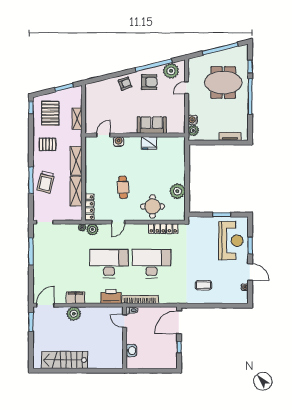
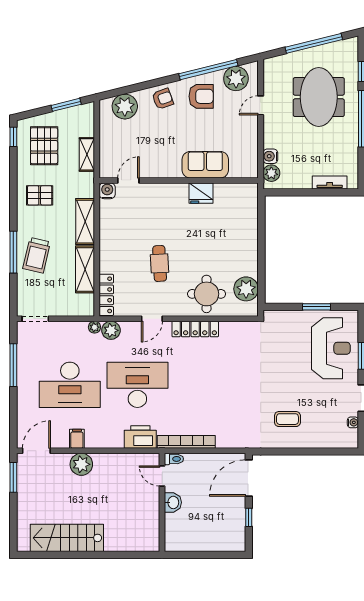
meeting table: (223, 82) -> (319, 97), turned 90
plant: (101, 88) -> (125, 107), added
water cooler: (119, 142) -> (107, 191), moved
plant: (177, 191) -> (246, 289), moved
locker: (163, 229) -> (195, 329), moved
desk: (152, 264) -> (70, 385), moved, turned 180
filing cabinet: (75, 298) -> (77, 439), width x0.50
washbasin: (131, 351) -> (173, 502), moved

